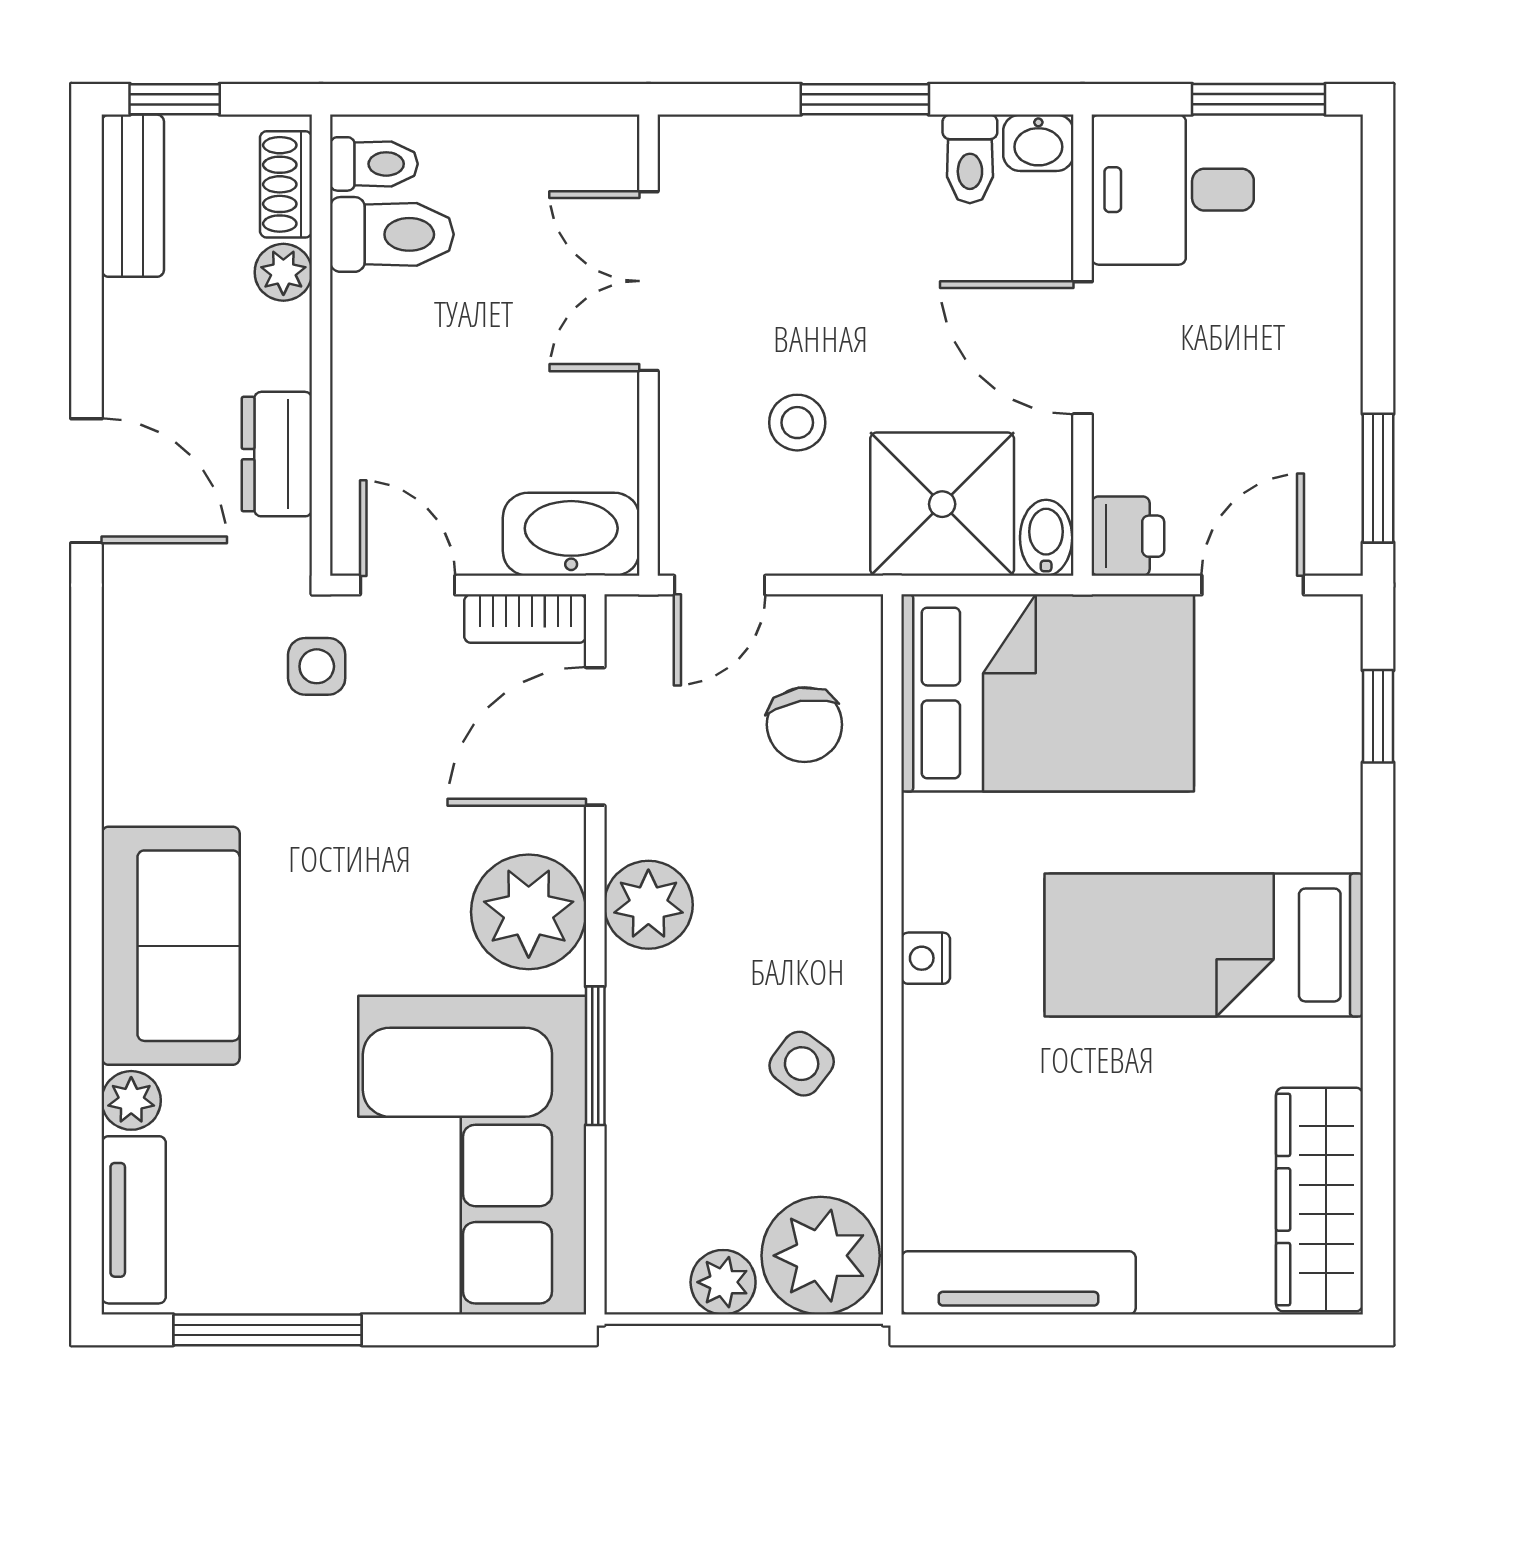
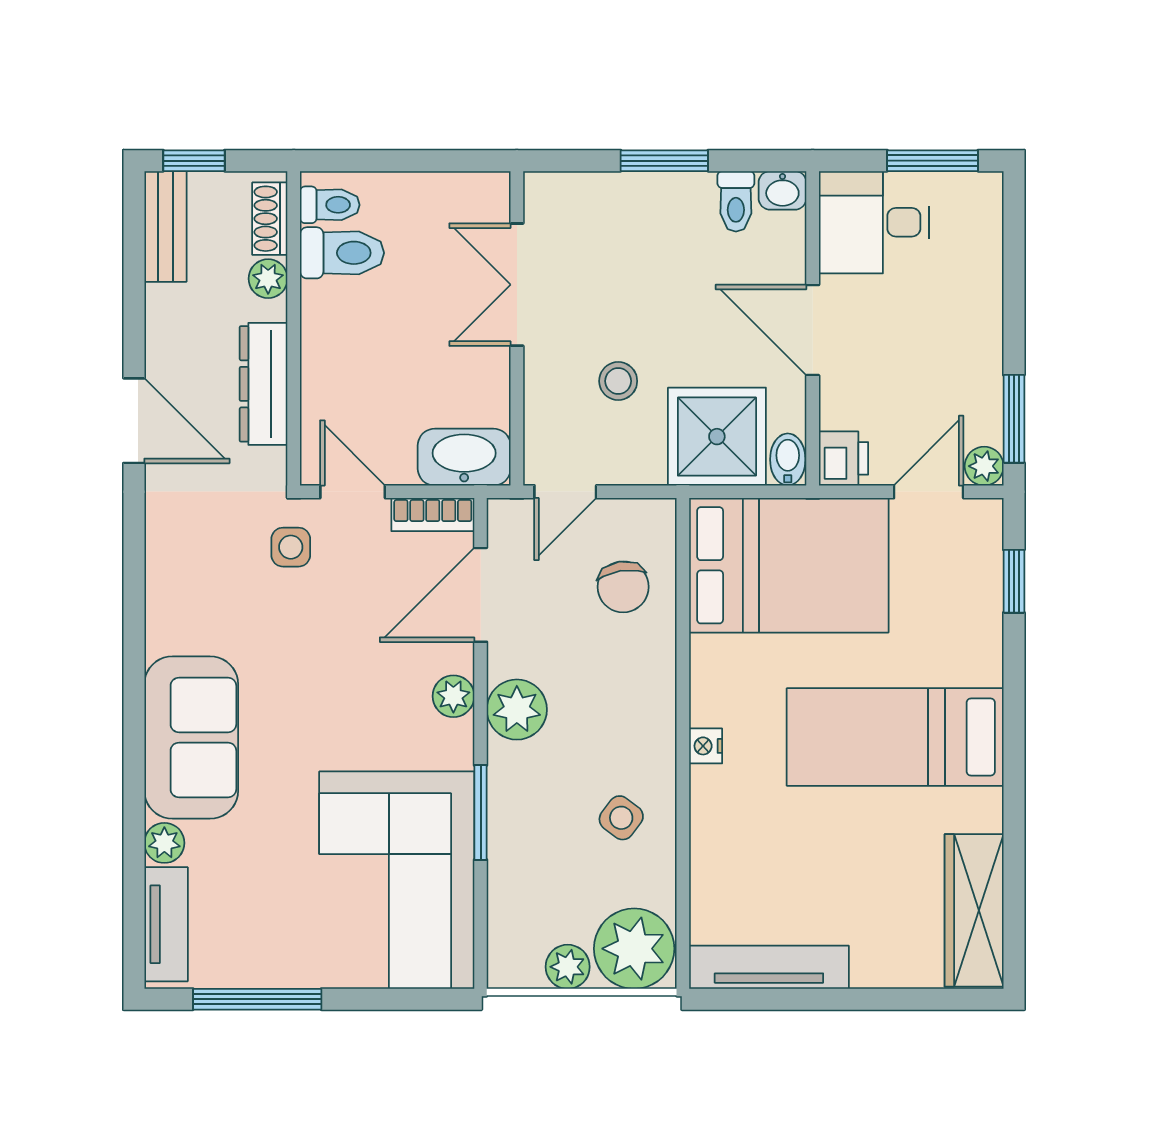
dresser: (277, 454) -> (264, 384), width x1.44
plant: (1334, 547) -> (984, 466), added
plant: (529, 912) -> (453, 696), width x0.53, depth x0.53

